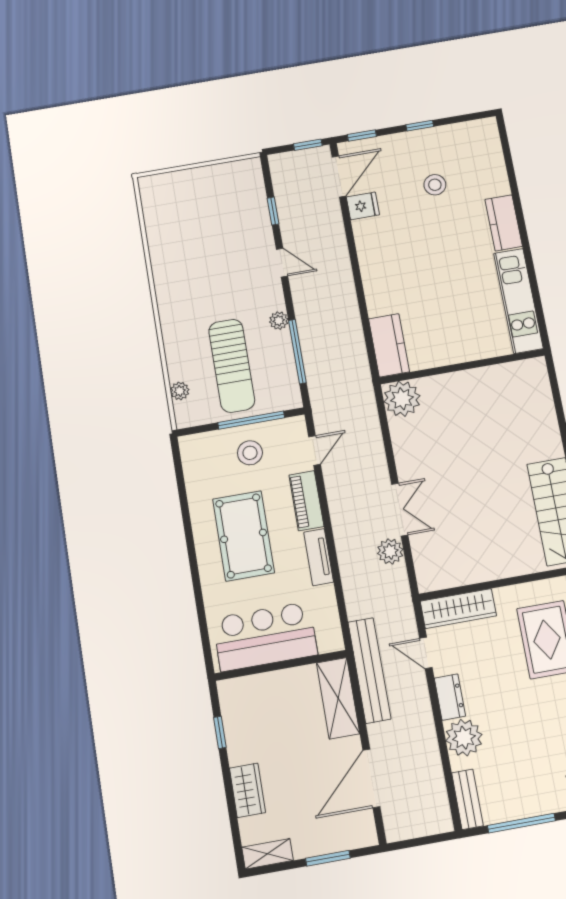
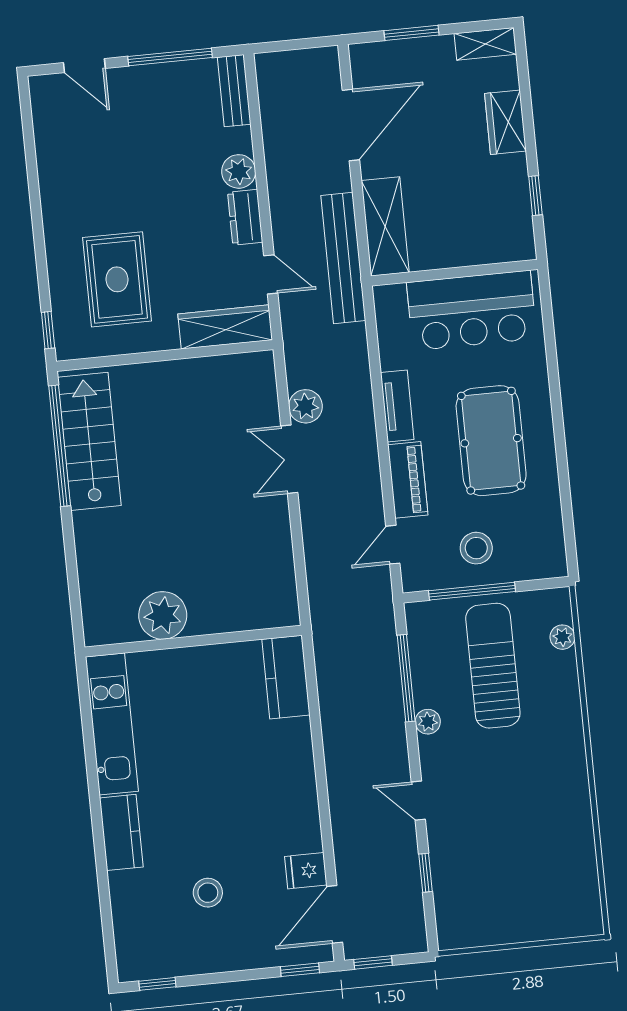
window: (420, 126) -> (157, 984), moved
plant: (402, 399) -> (163, 615), moved
plant: (464, 738) -> (239, 171), width x0.73, depth x0.73

